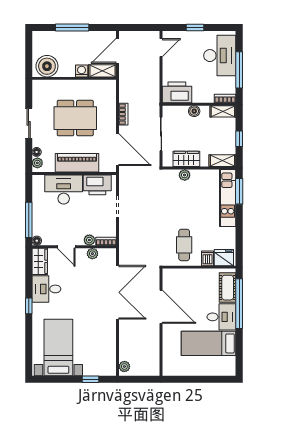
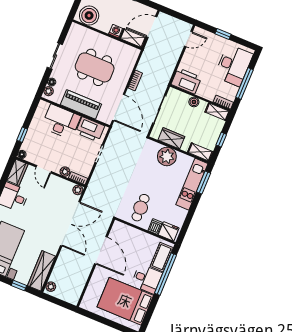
plant: (185, 175) -> (167, 156), width x1.87, depth x1.87
window: (29, 220) -> (22, 135), width x0.46
plant: (92, 254) -> (78, 190), moved
bed: (209, 343) -> (125, 301), width x1.50
wardrobe: (108, 354) -> (41, 271), added

